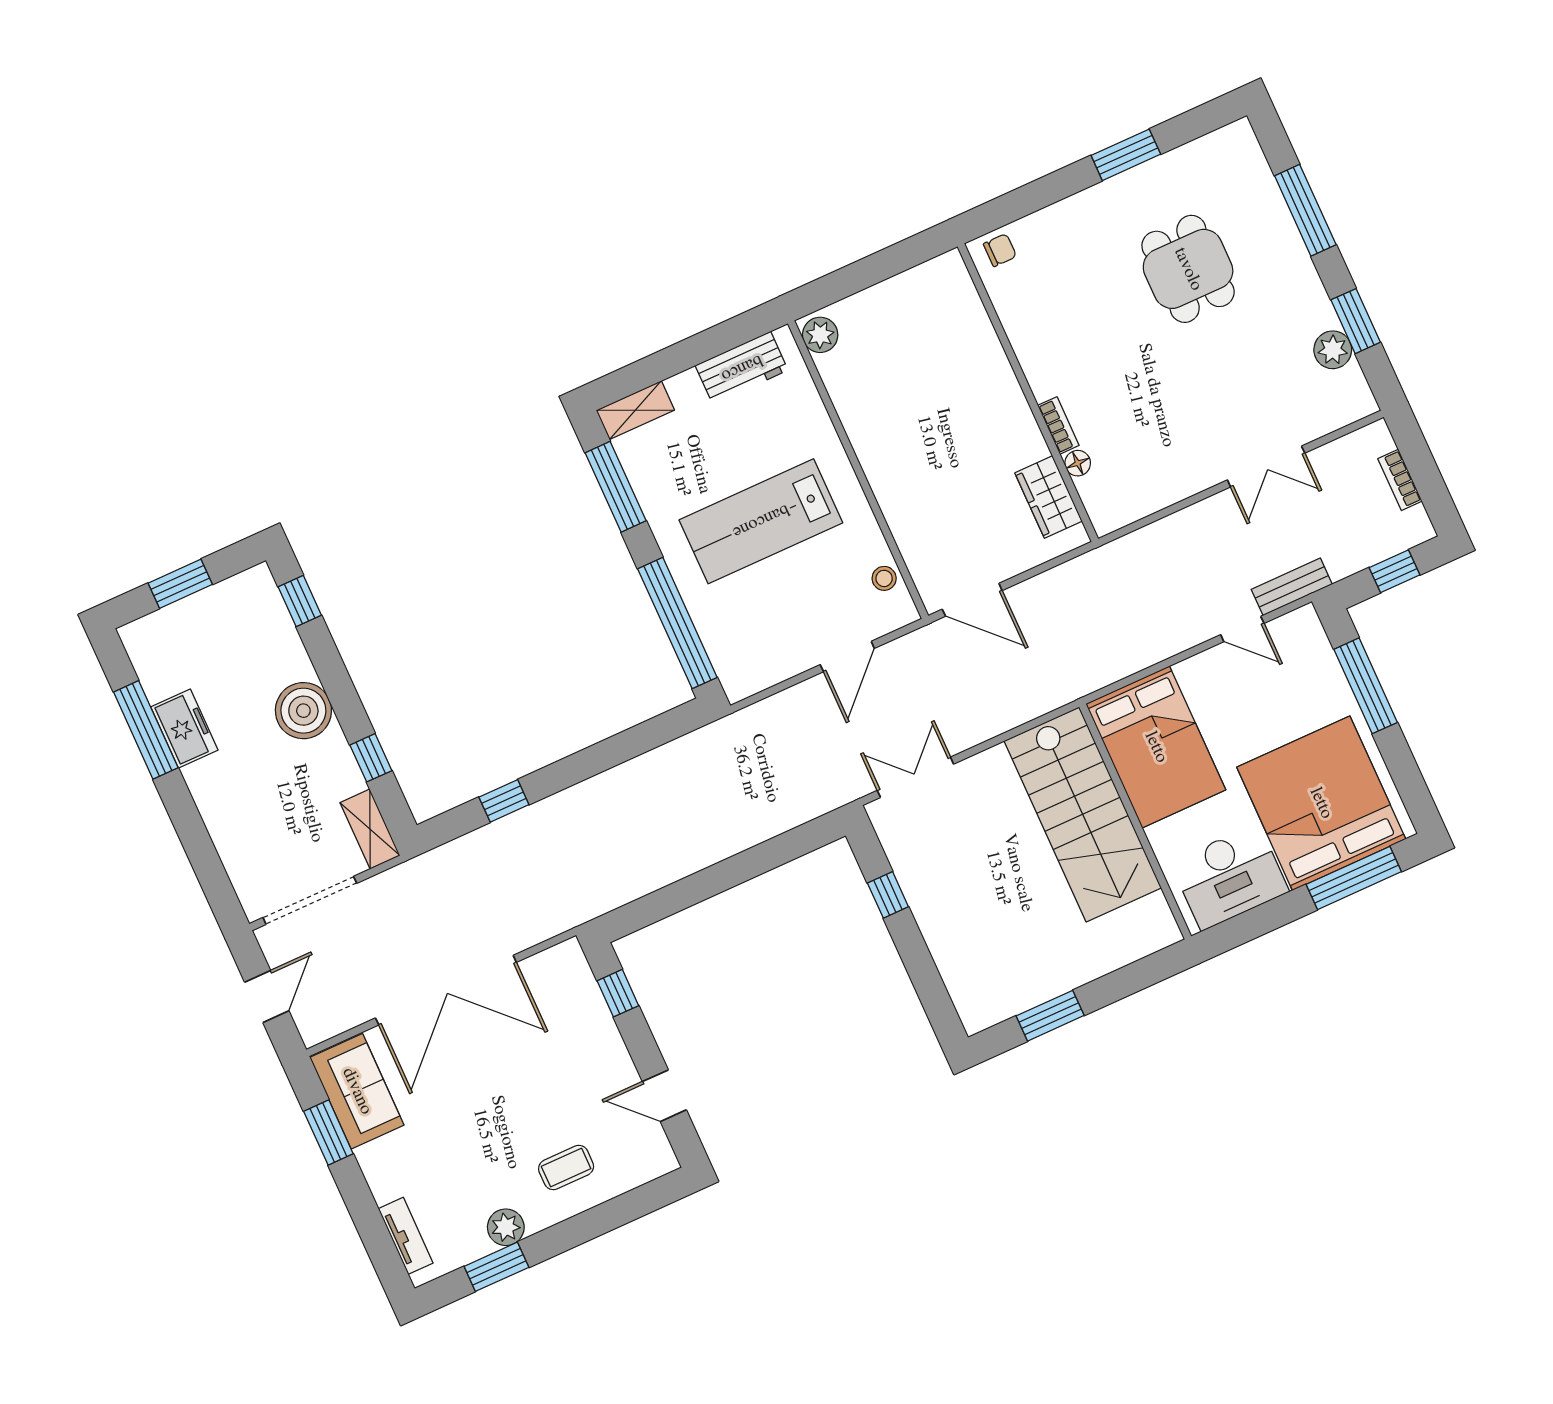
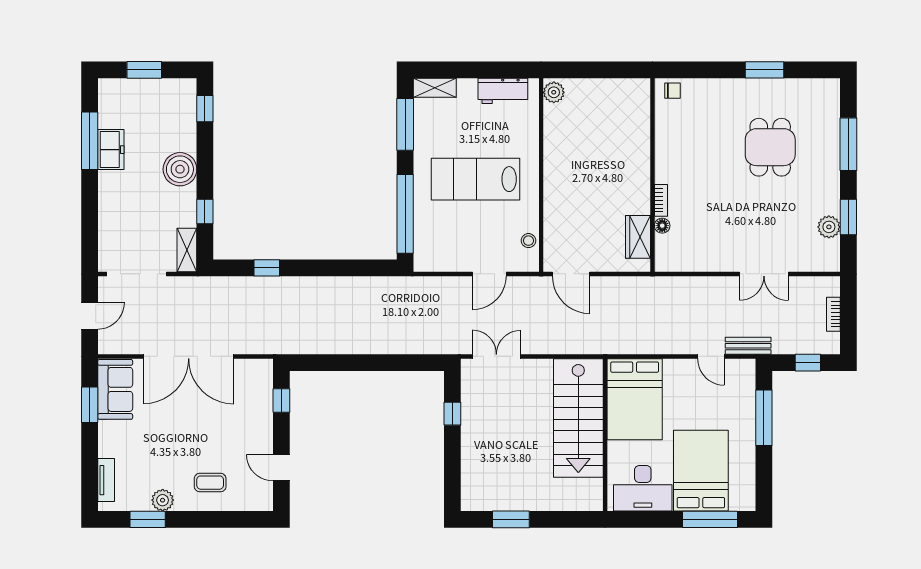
bed: (1321, 803) -> (701, 471), width x0.73

